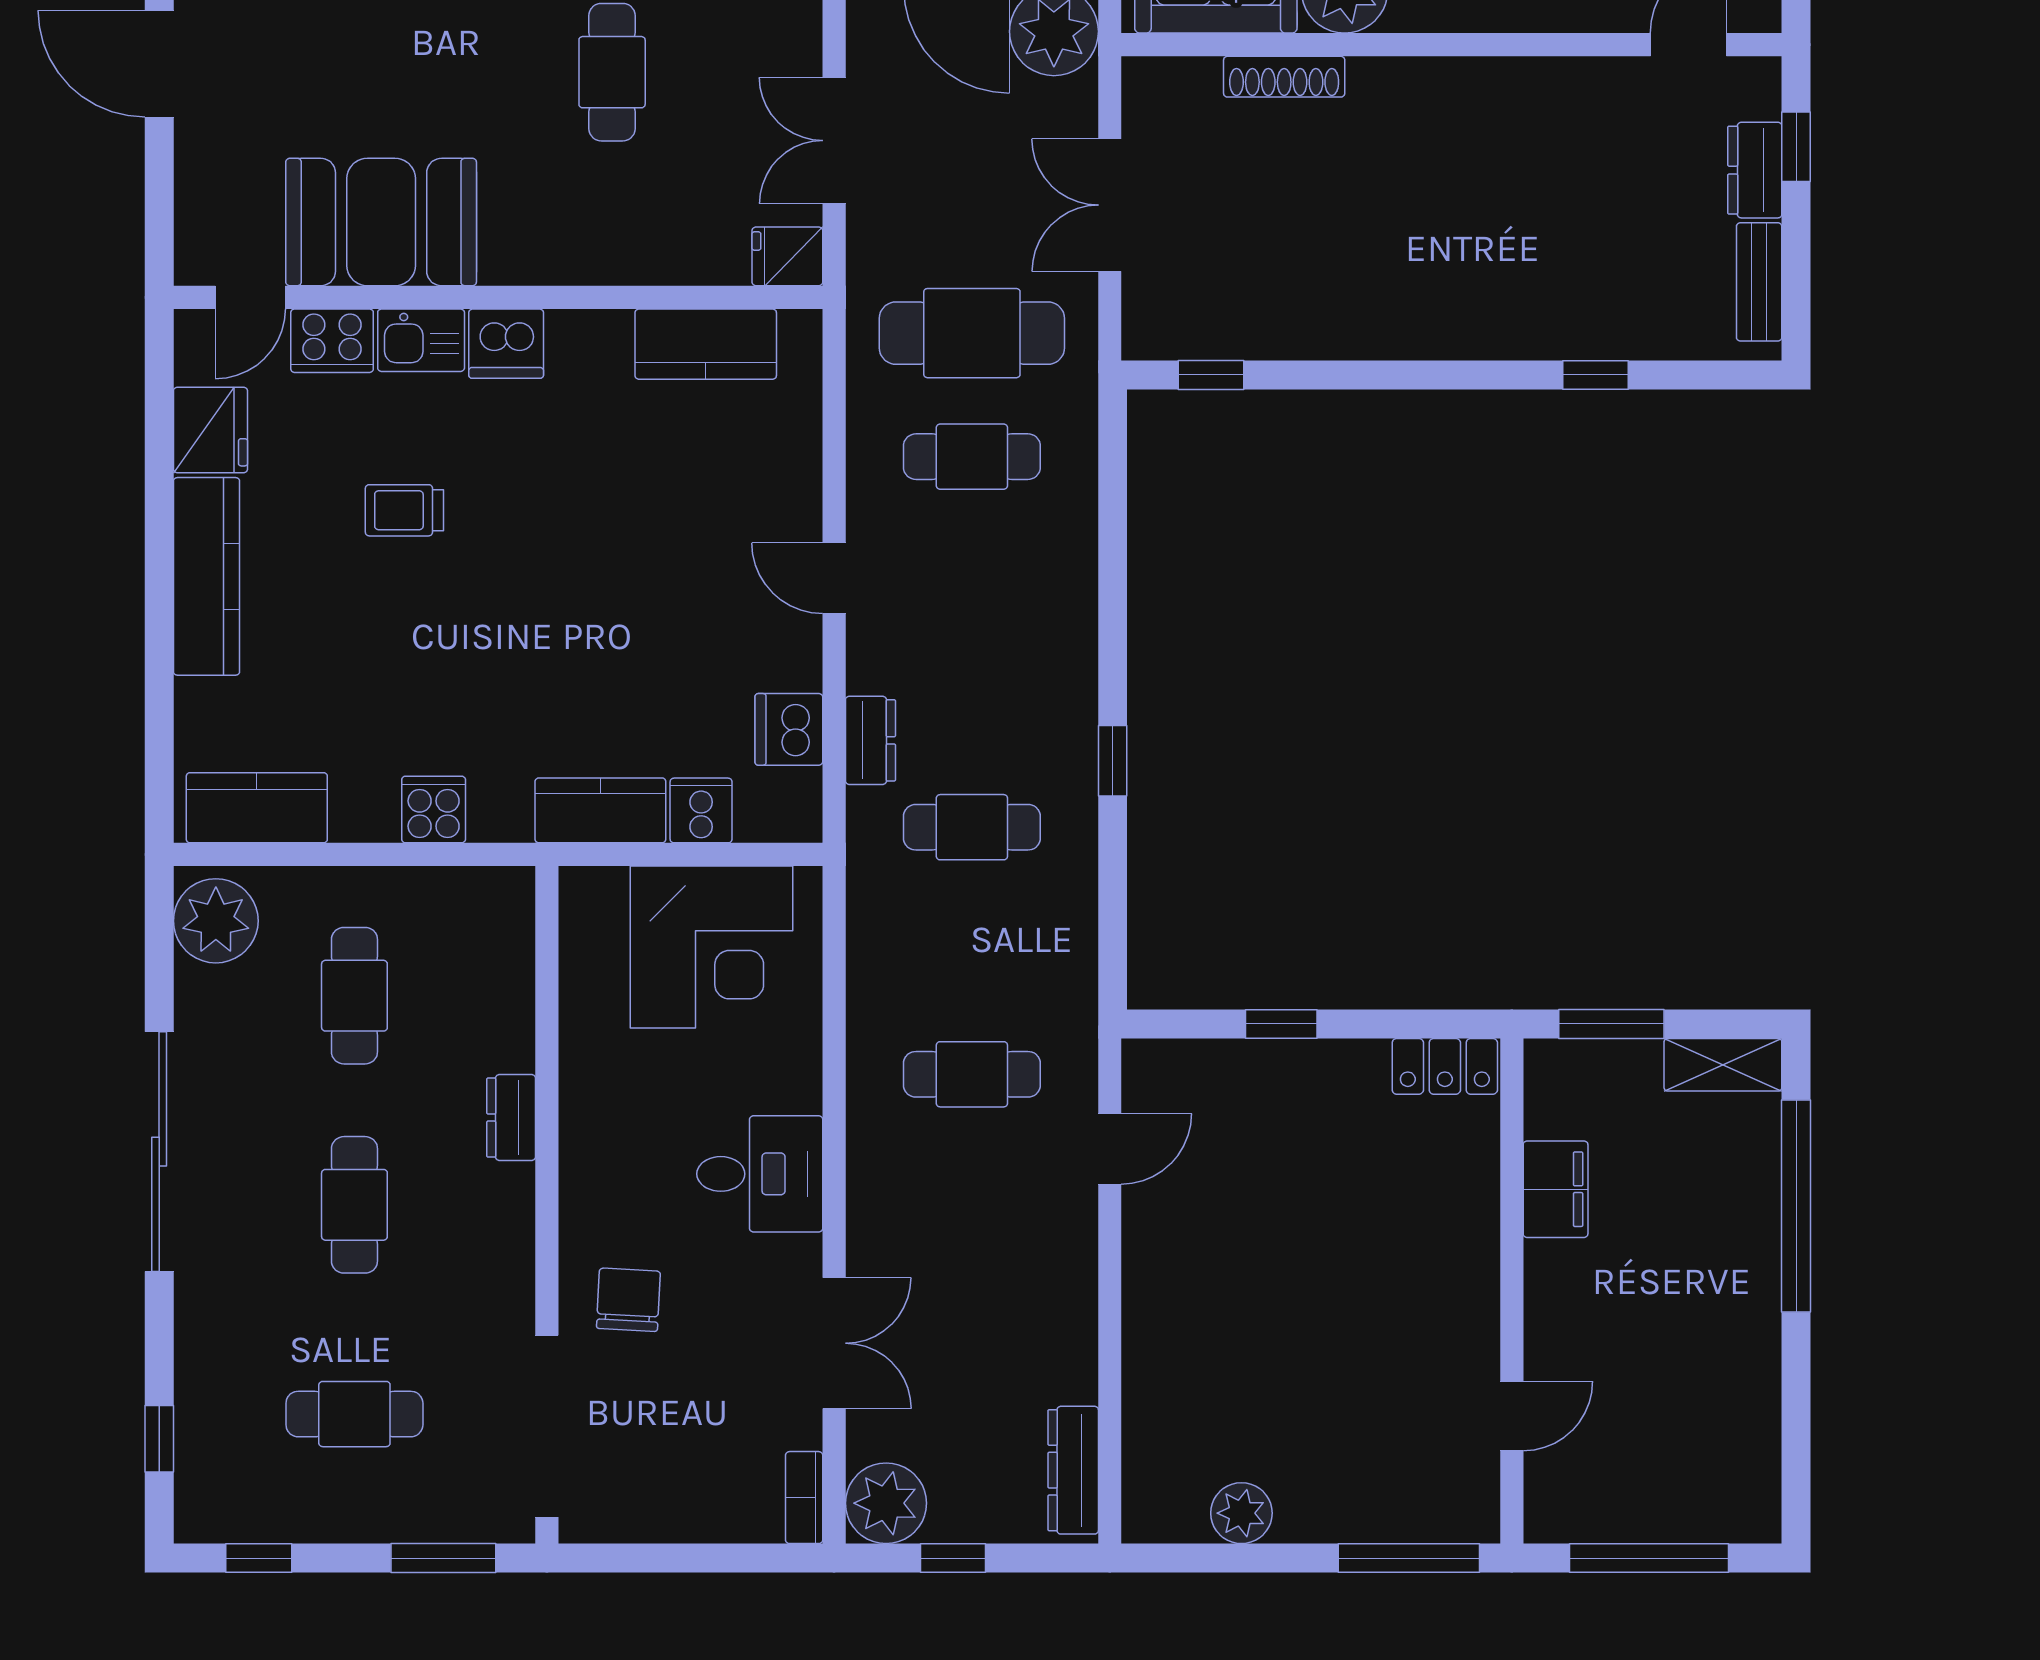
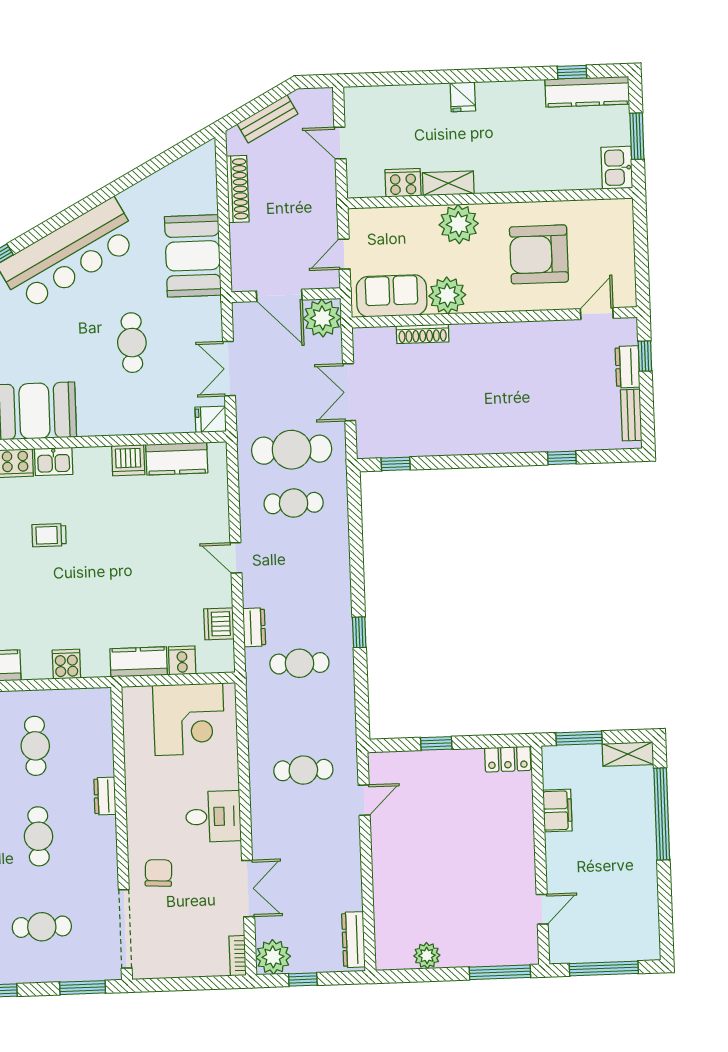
dishwasher: (506, 344) -> (128, 460), moved

